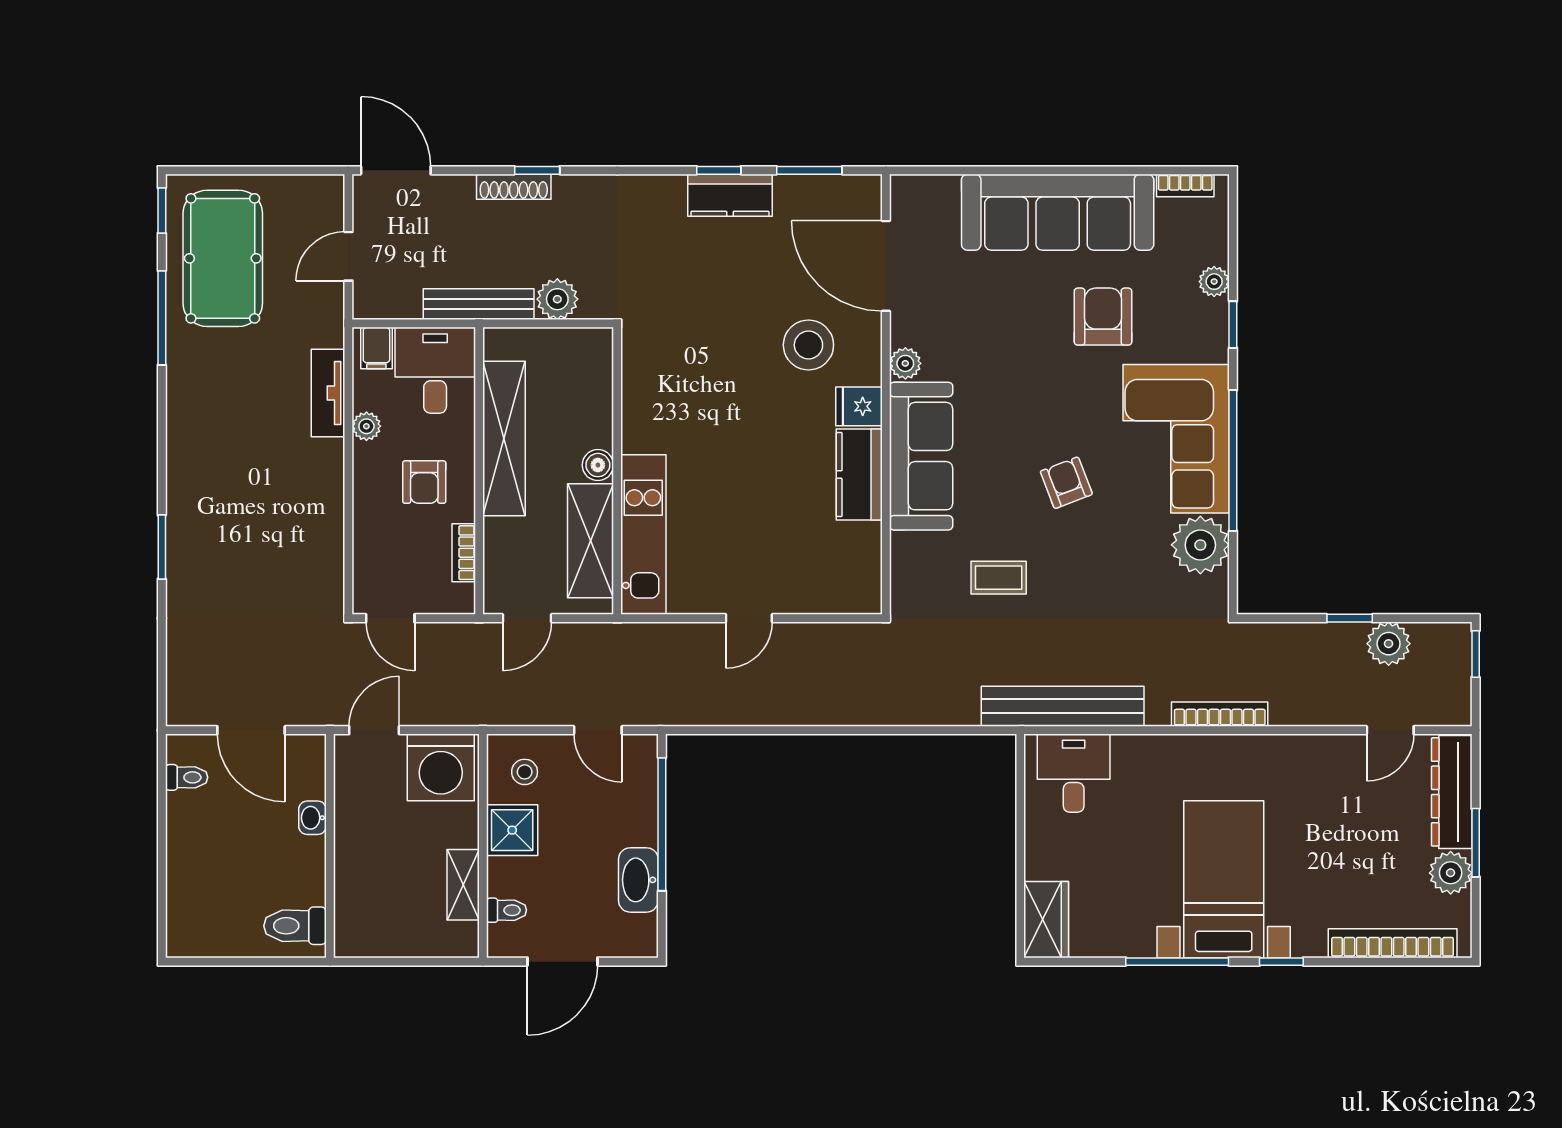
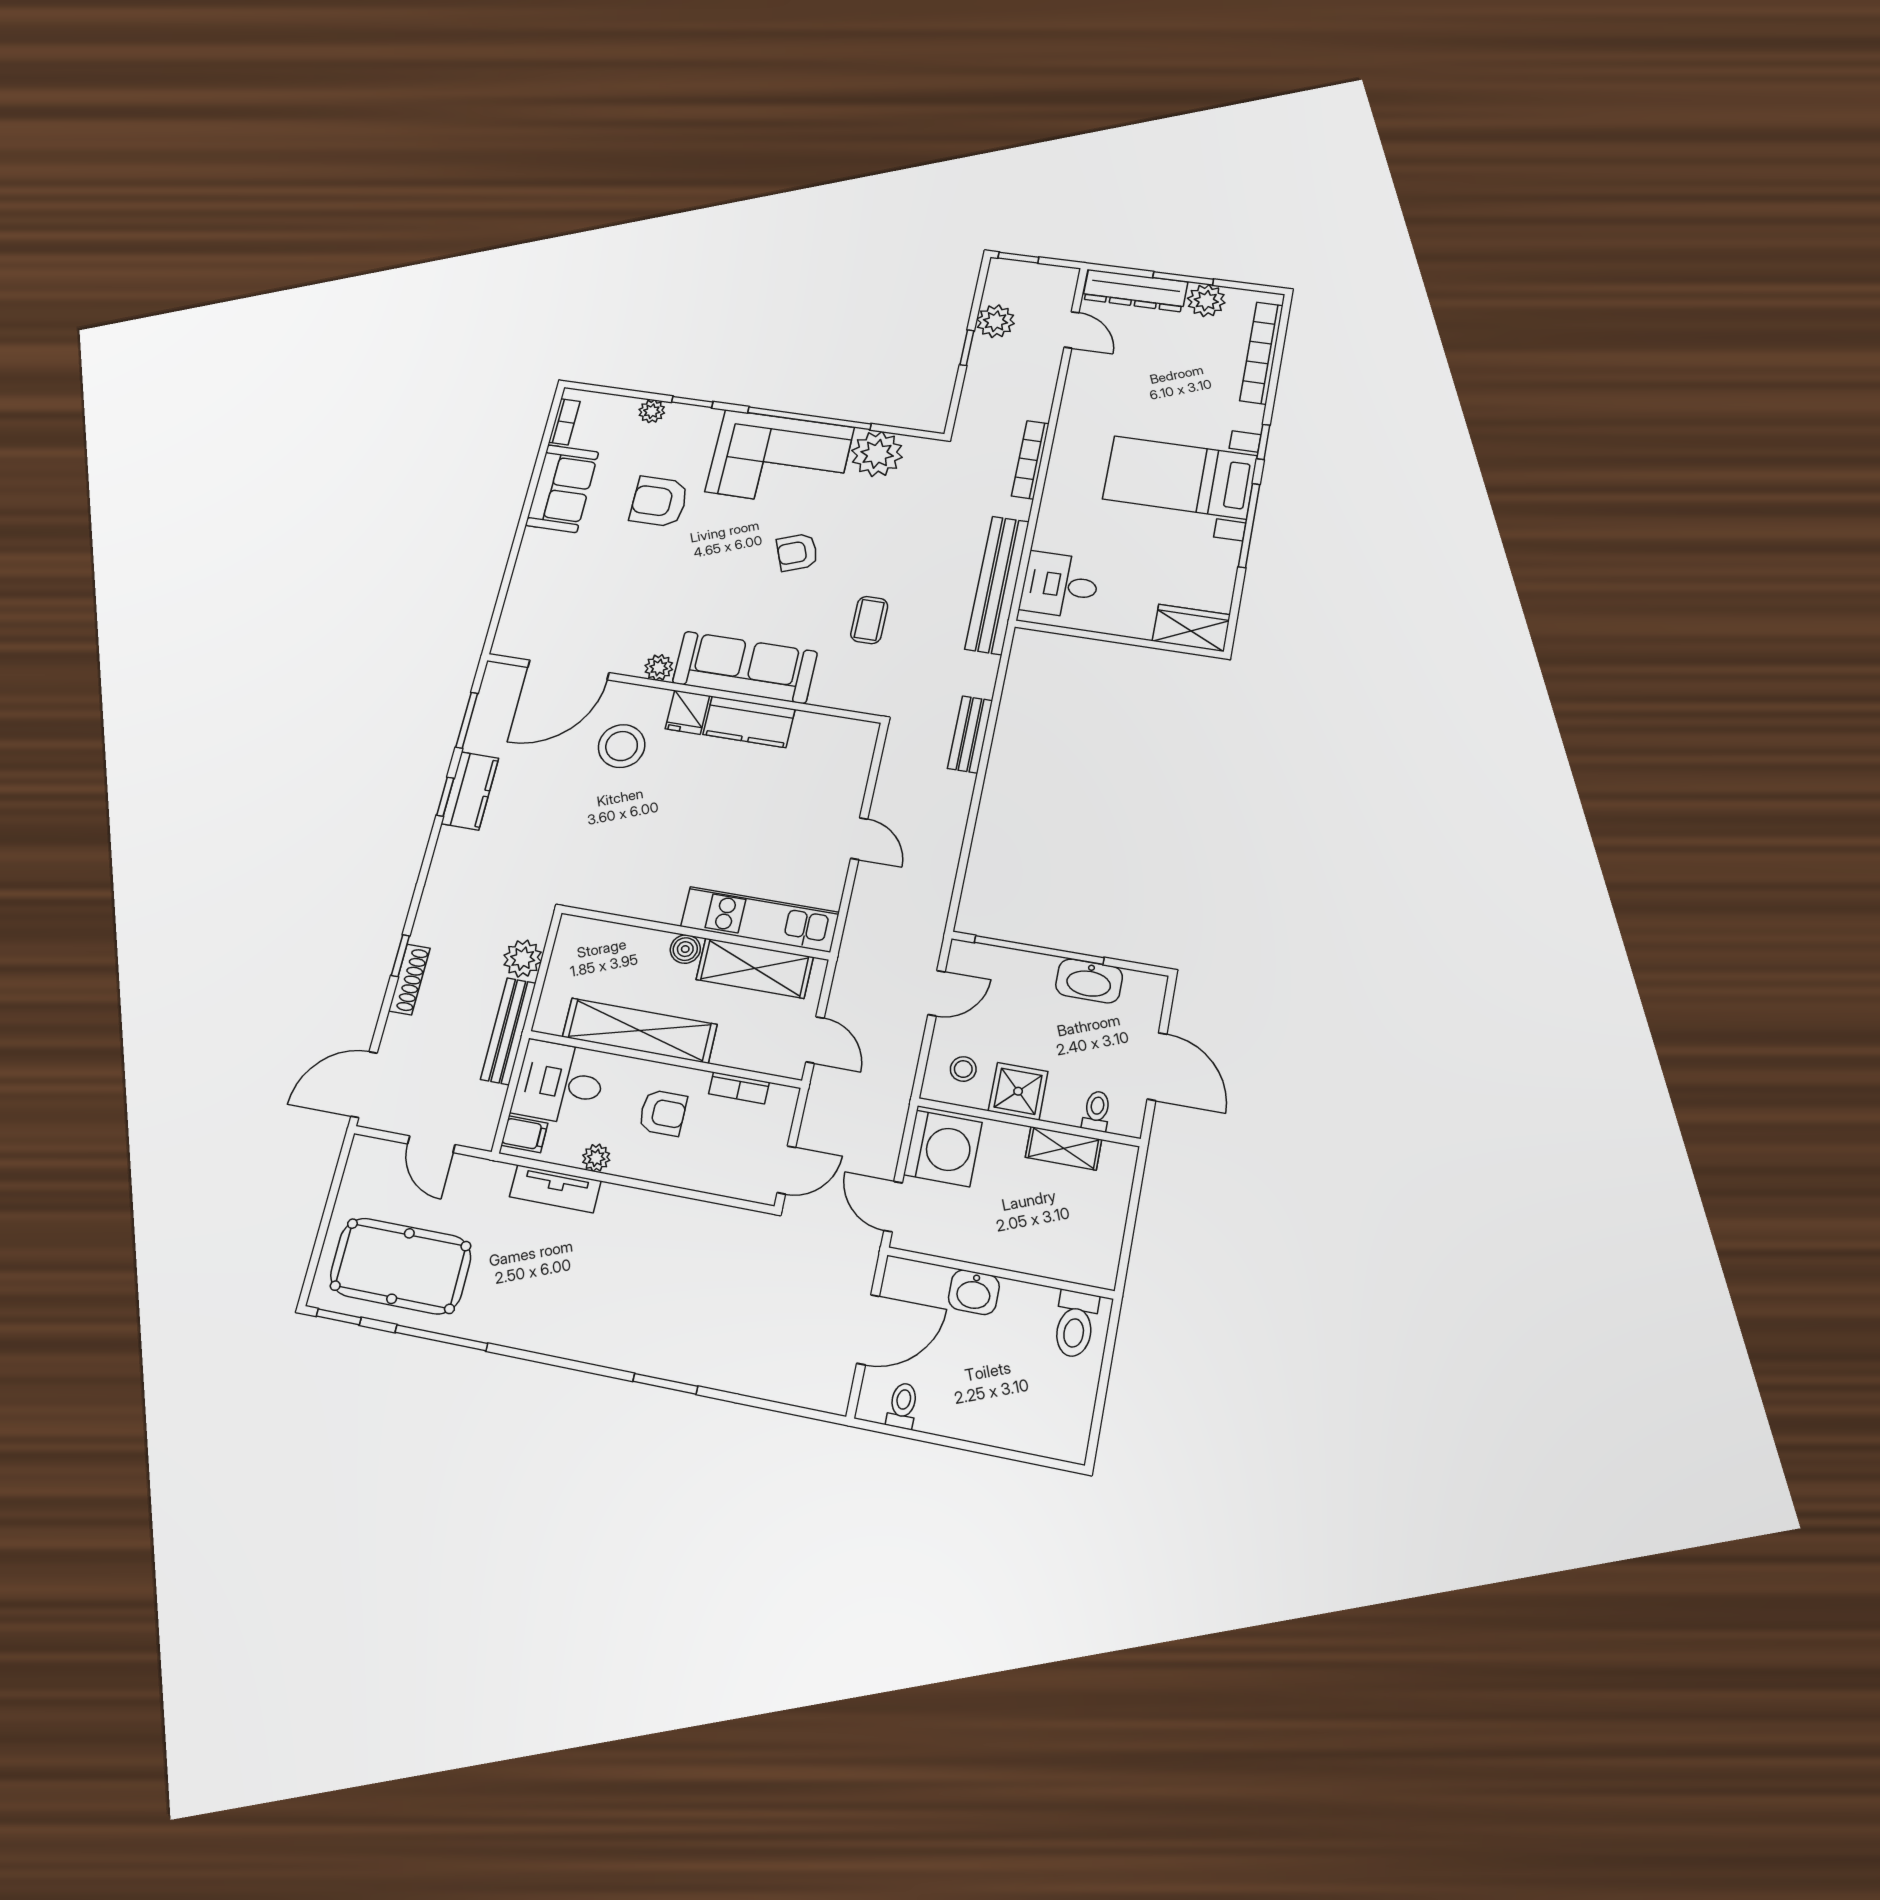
sofa: (1058, 212) -> (562, 489), width x0.54, depth x0.79
bench: (885, 710) -> (970, 734), added
washbasin: (312, 818) -> (974, 1292), width x1.38, depth x1.45

